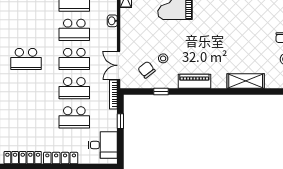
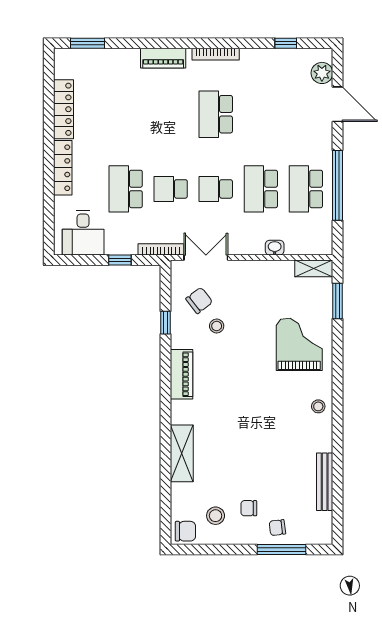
school desk: (74, 59) -> (216, 189), width x0.54
school desk: (74, 88) -> (171, 189), width x0.54

